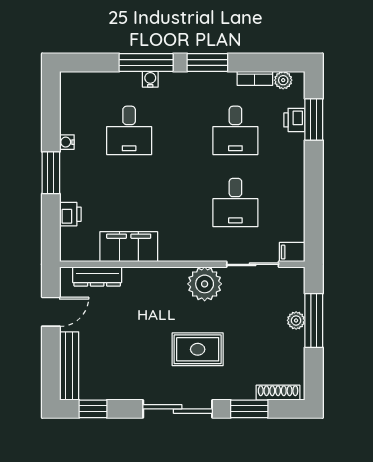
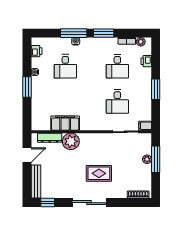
window: (314, 119) -> (156, 89), moved
printer: (70, 214) -> (37, 51), moved
plant: (205, 284) -> (71, 141), moved
window: (249, 409) -> (124, 203), removed

